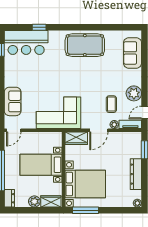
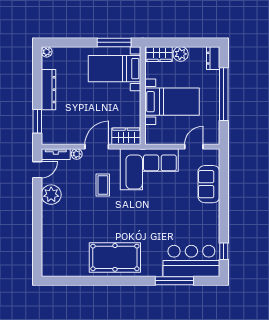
window: (39, 27) -> (174, 281), width x2.17
sofa: (132, 53) -> (53, 247), removed
coffee table: (111, 104) -> (103, 185), moved
door: (14, 130) -> (194, 147), moved
bed with nightstands: (85, 184) -> (115, 69), width x0.73

